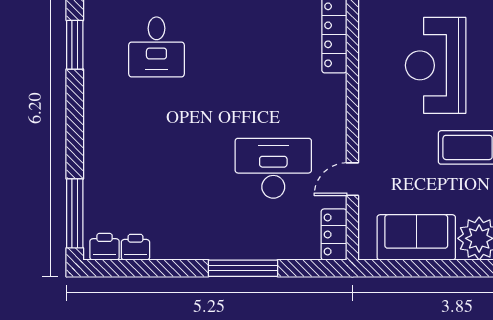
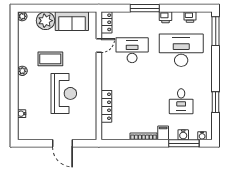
desk: (156, 47) -> (181, 101), turned 180
desk: (156, 168) -> (181, 50), added
desk: (273, 168) -> (132, 50), turned 180
printer: (105, 247) -> (166, 17), moved

